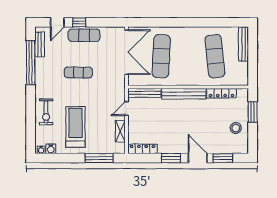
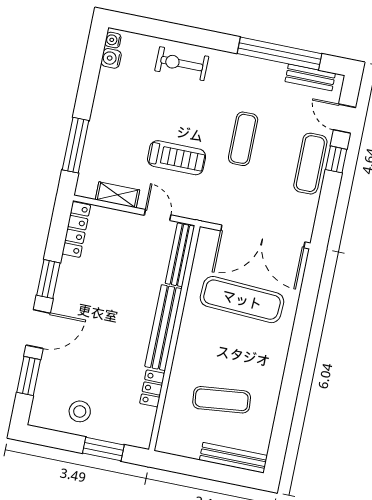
exercise mat: (215, 56) -> (222, 400), width x0.73, depth x0.69
locker: (221, 93) -> (152, 388), width x0.66
treadmill: (76, 127) -> (177, 158), moved, width x0.73, depth x0.73

